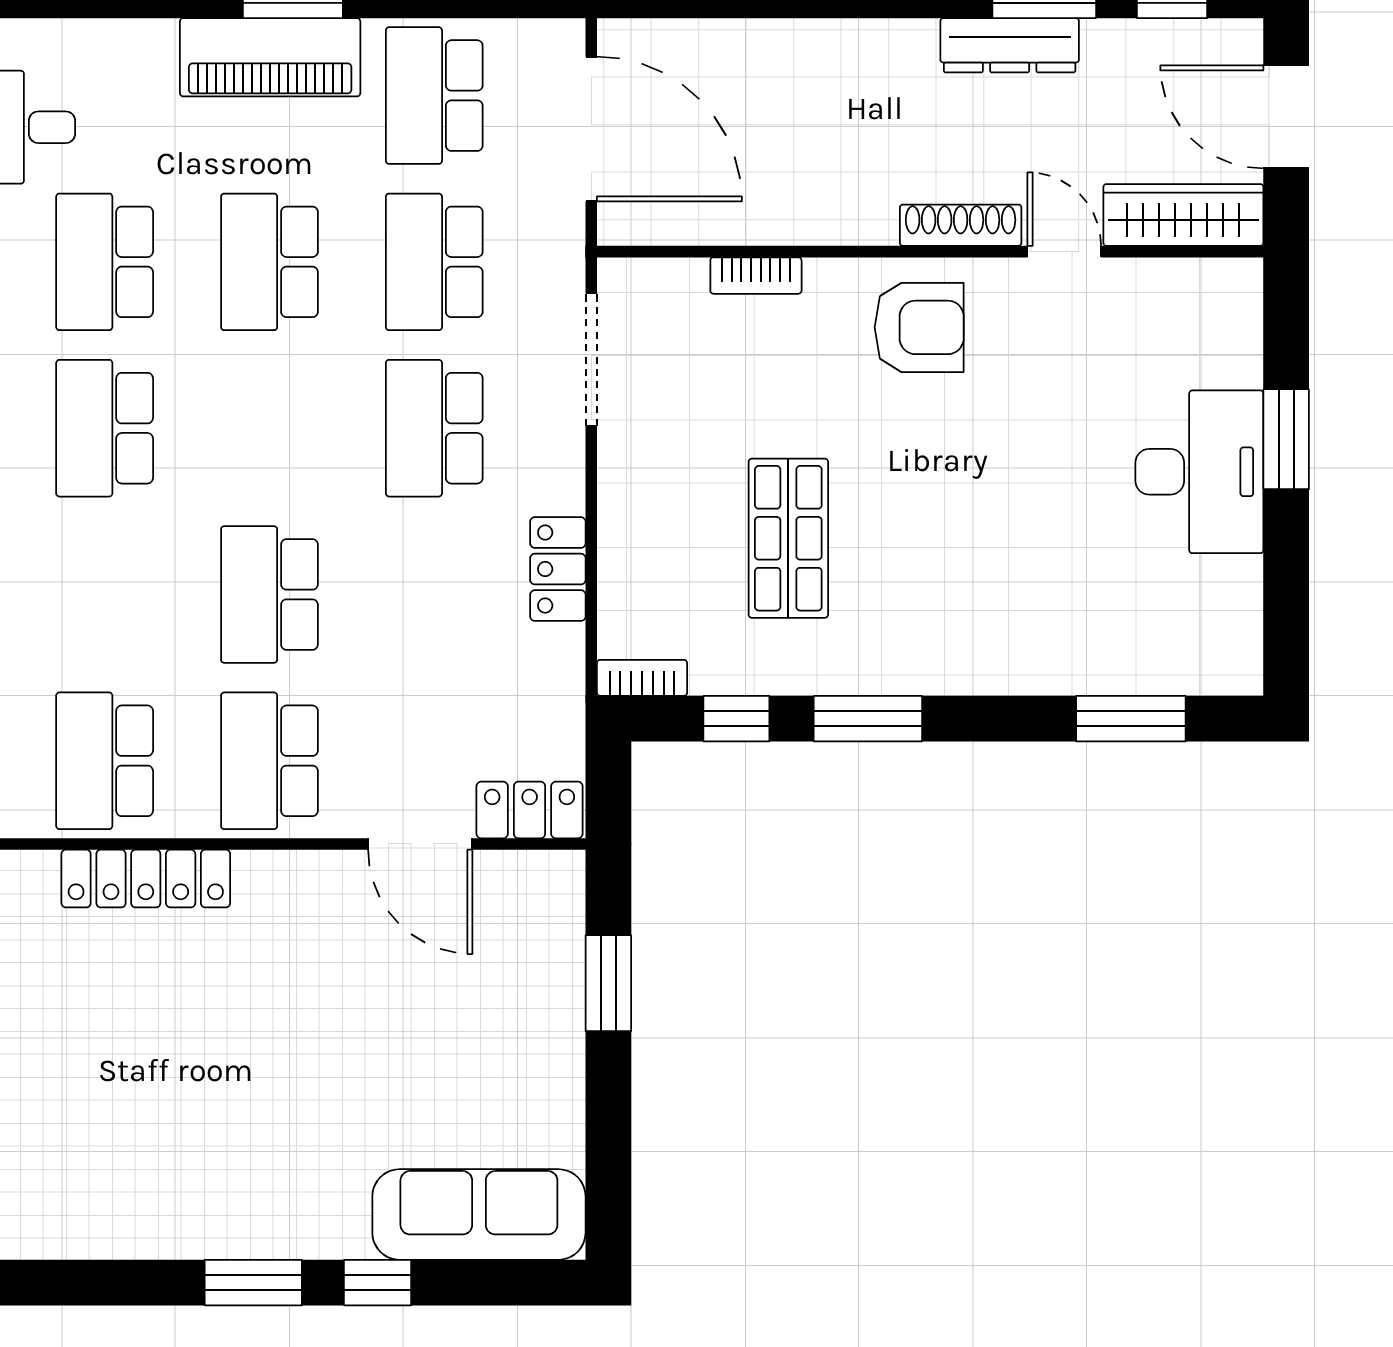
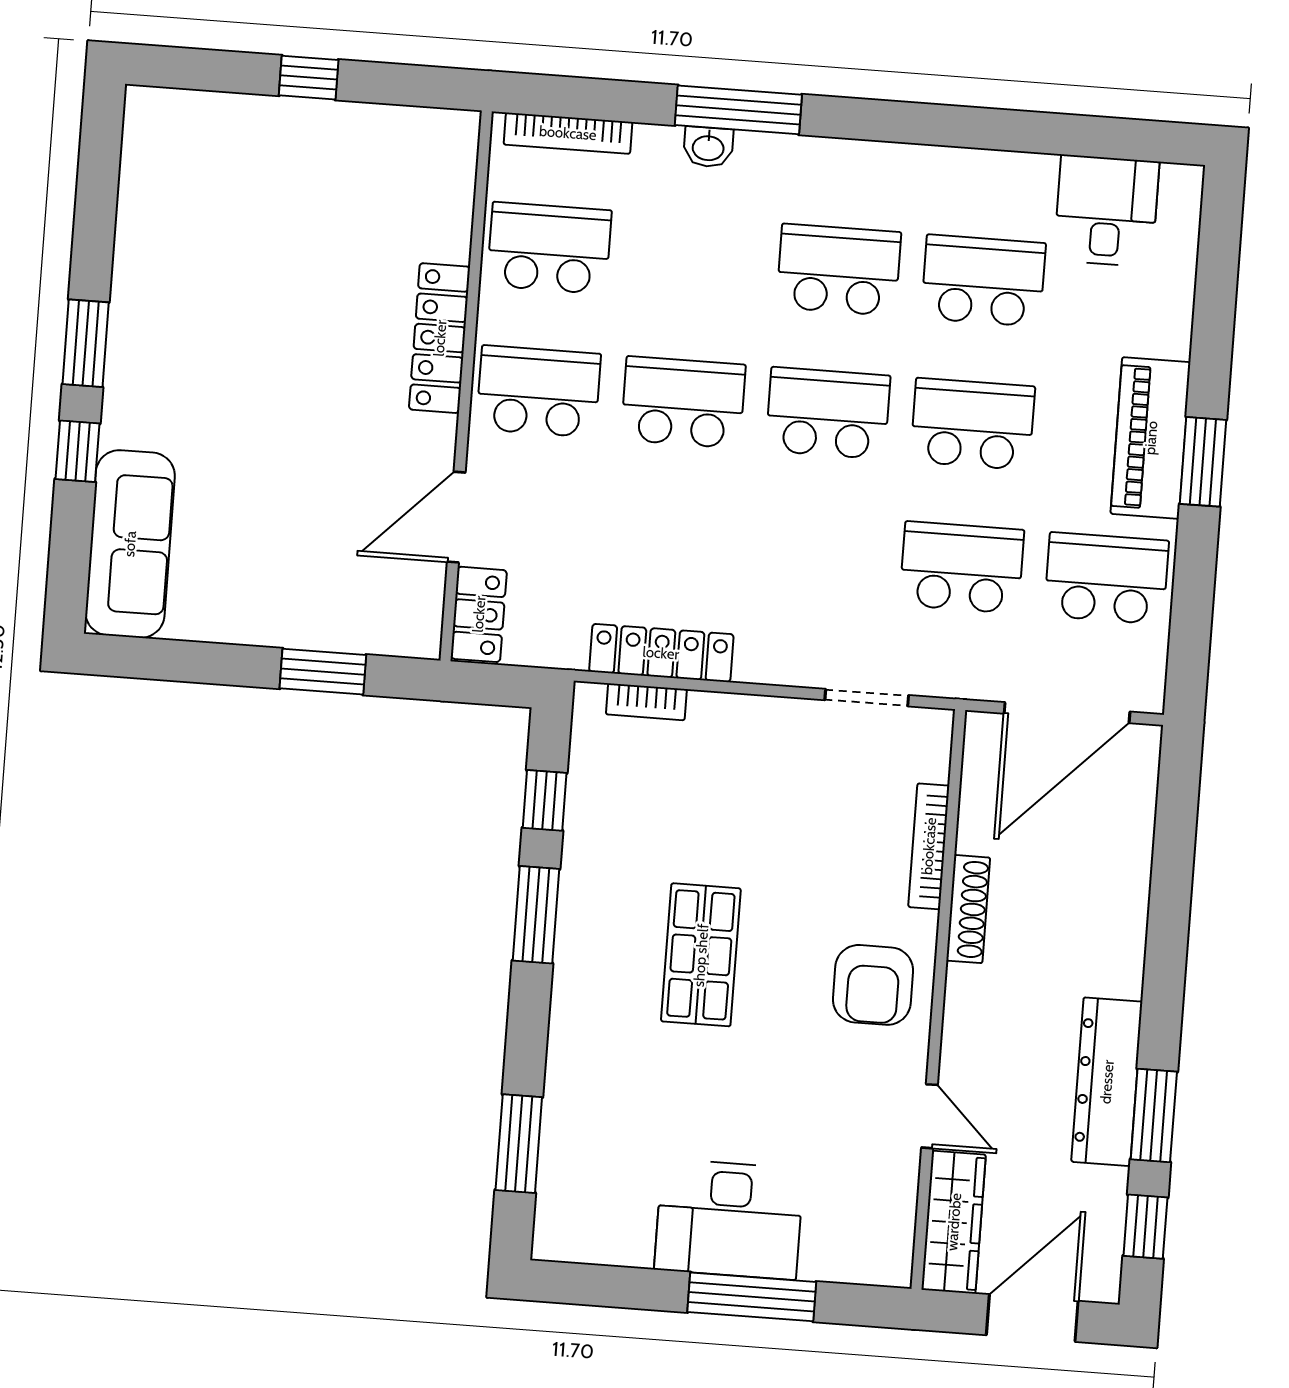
dresser: (1010, 45) -> (1107, 1082), width x1.37, depth x1.24
shoe rack: (961, 225) -> (968, 909), moved
door: (1064, 252) -> (929, 1116), hinge flipped
bookcase: (756, 276) -> (929, 846), width x1.56
doorway: (591, 359) -> (867, 698), width x0.73
school desk: (434, 428) -> (828, 413), moved
window: (1286, 439) -> (752, 1297), width x1.44
shop shelf: (788, 538) -> (701, 955), moved, turned 90
locker: (558, 569) -> (661, 653), width x1.53
bookcase: (642, 678) -> (646, 702), moved, turned 90
locker: (146, 879) -> (440, 338), moved

